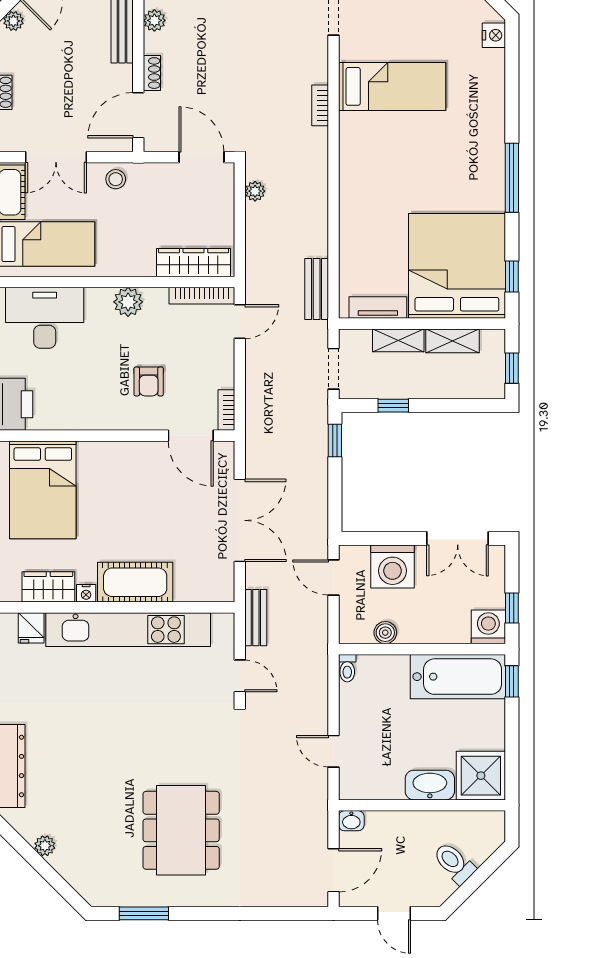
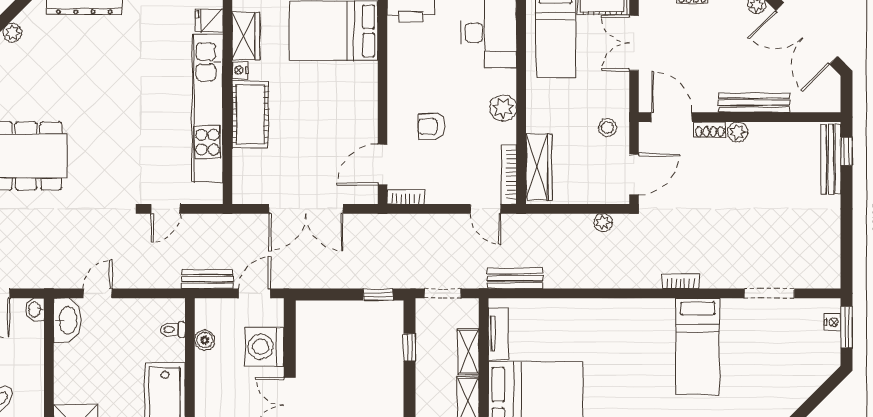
plant: (154, 20) -> (737, 132), moved
stool: (116, 179) -> (607, 128), moved
bench: (256, 618) -> (207, 279), moved
toilet: (347, 668) -> (173, 329), moved
washbasin: (430, 785) -> (67, 320), moved

